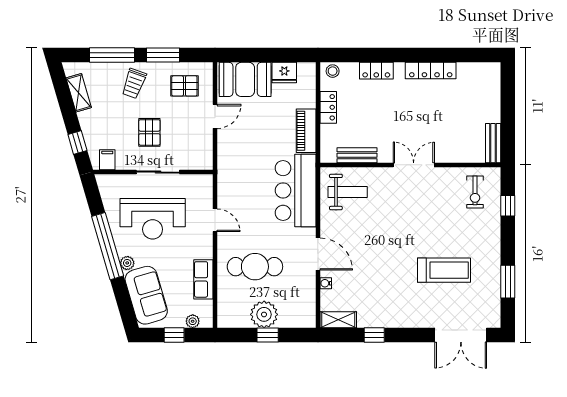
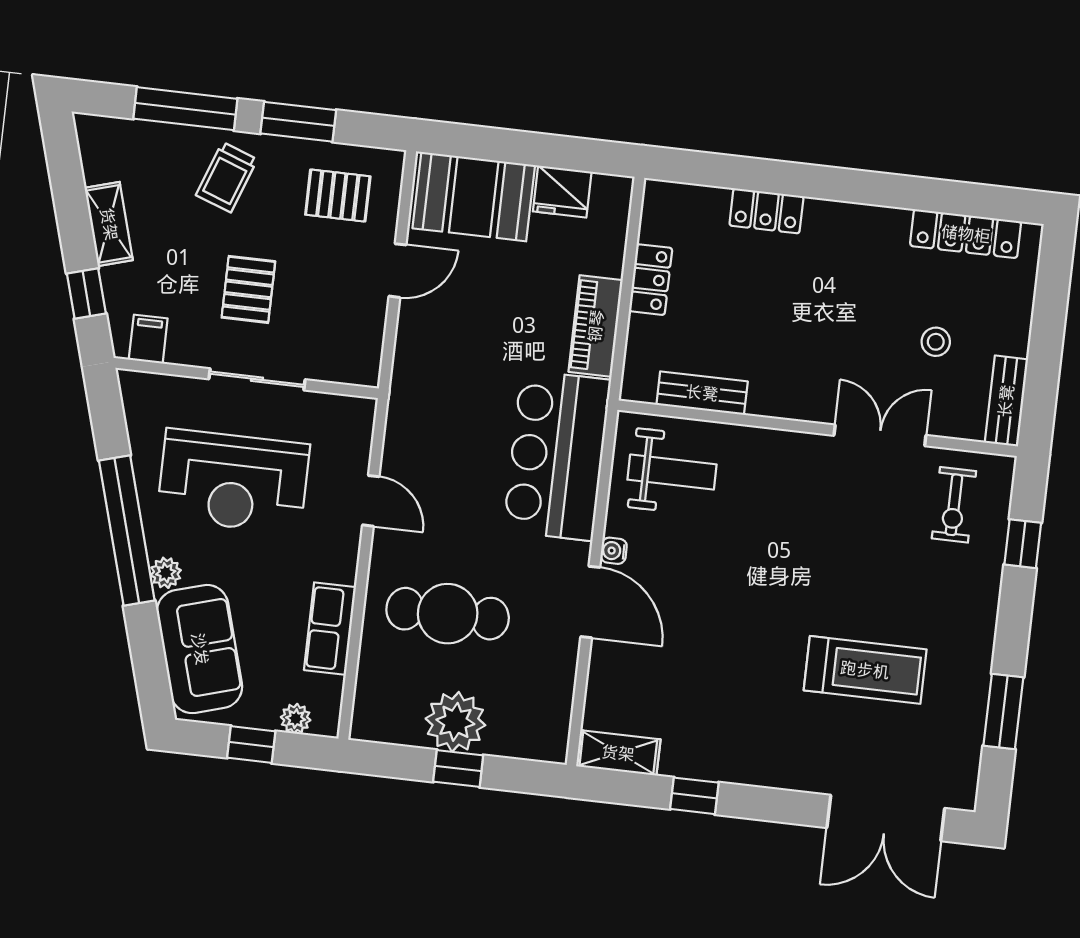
stool: (333, 71) -> (936, 342), moved
locker: (431, 71) -> (966, 234), moved
shelving: (79, 93) -> (109, 224), moved
double door: (414, 165) -> (880, 435), moved
water cooler: (326, 283) -> (614, 551), moved

